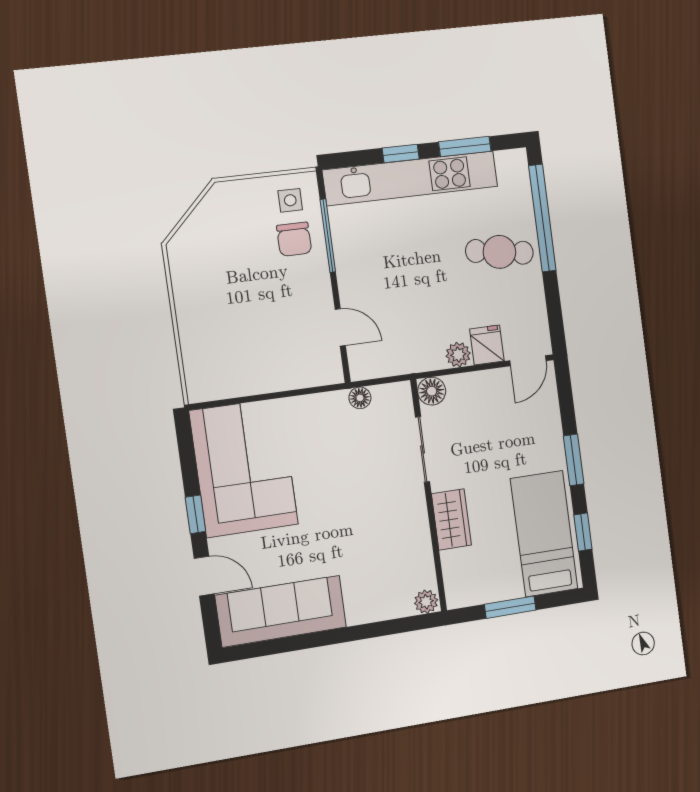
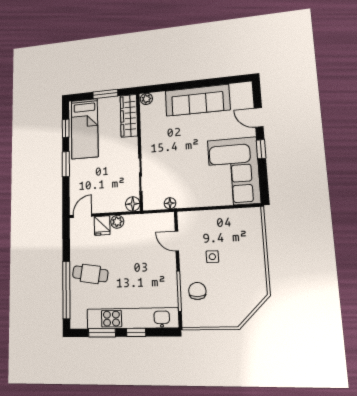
side table: (290, 200) -> (212, 257), moved
wardrobe: (451, 519) -> (129, 116), moved, width x1.50
sofa: (281, 611) -> (197, 100), moved

